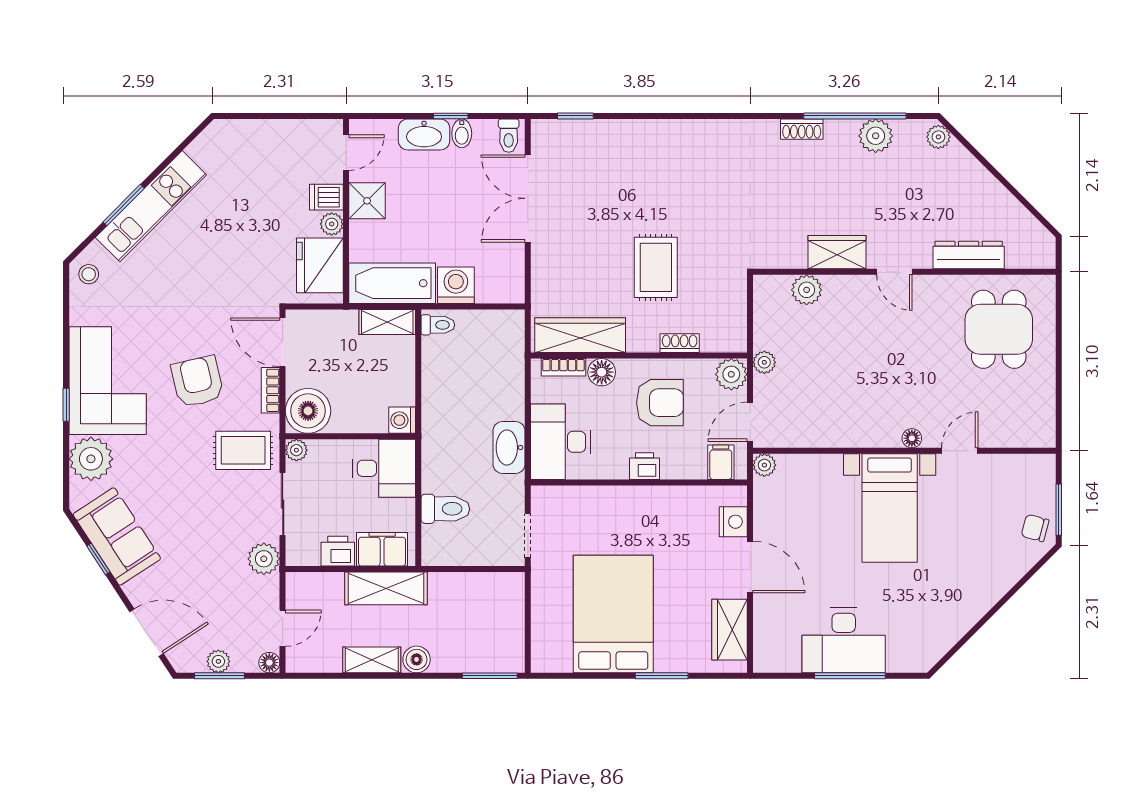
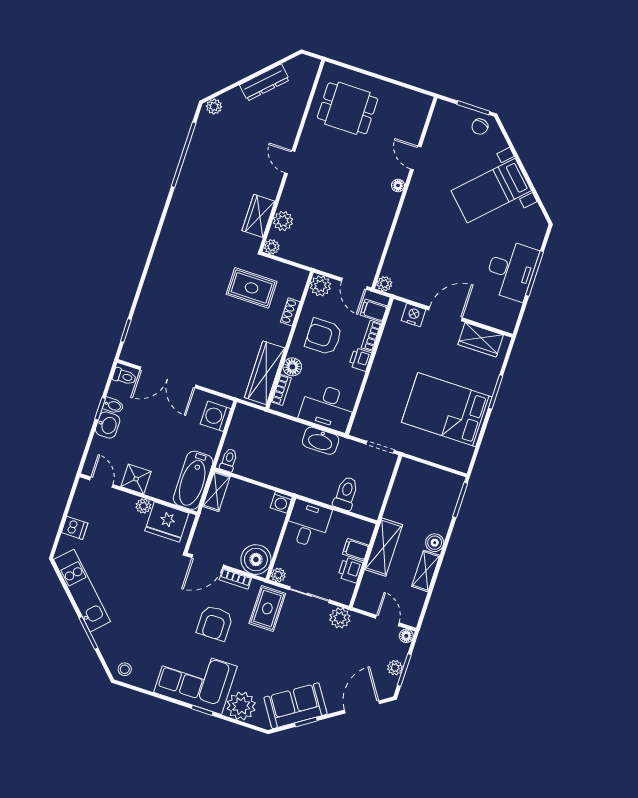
shoe rack: (802, 129) -> (181, 191), removed
washbasin: (424, 134) -> (108, 425), width x0.72
plant: (876, 136) -> (200, 146), removed
dishwasher: (326, 197) -> (75, 528), moved, turned -90
kitchen unit: (151, 206) -> (82, 591), moved
wardrobe: (837, 252) -> (258, 216), moved
dresser: (969, 255) -> (264, 82), moved, turned -135
rug: (656, 267) -> (252, 288), moved
door: (894, 272) -> (290, 162), swing flipped
washing machine: (456, 285) -> (216, 416), moved
plant: (764, 362) -> (272, 247), moved
armchair: (197, 382) -> (215, 623), turned -77
armchair: (660, 403) -> (324, 337), turned -90
bookcase: (684, 471) -> (371, 336), added
bed with nightstands: (890, 508) -> (491, 191), moved, turned 135
filing cabinet: (382, 549) -> (356, 550), width x0.50

